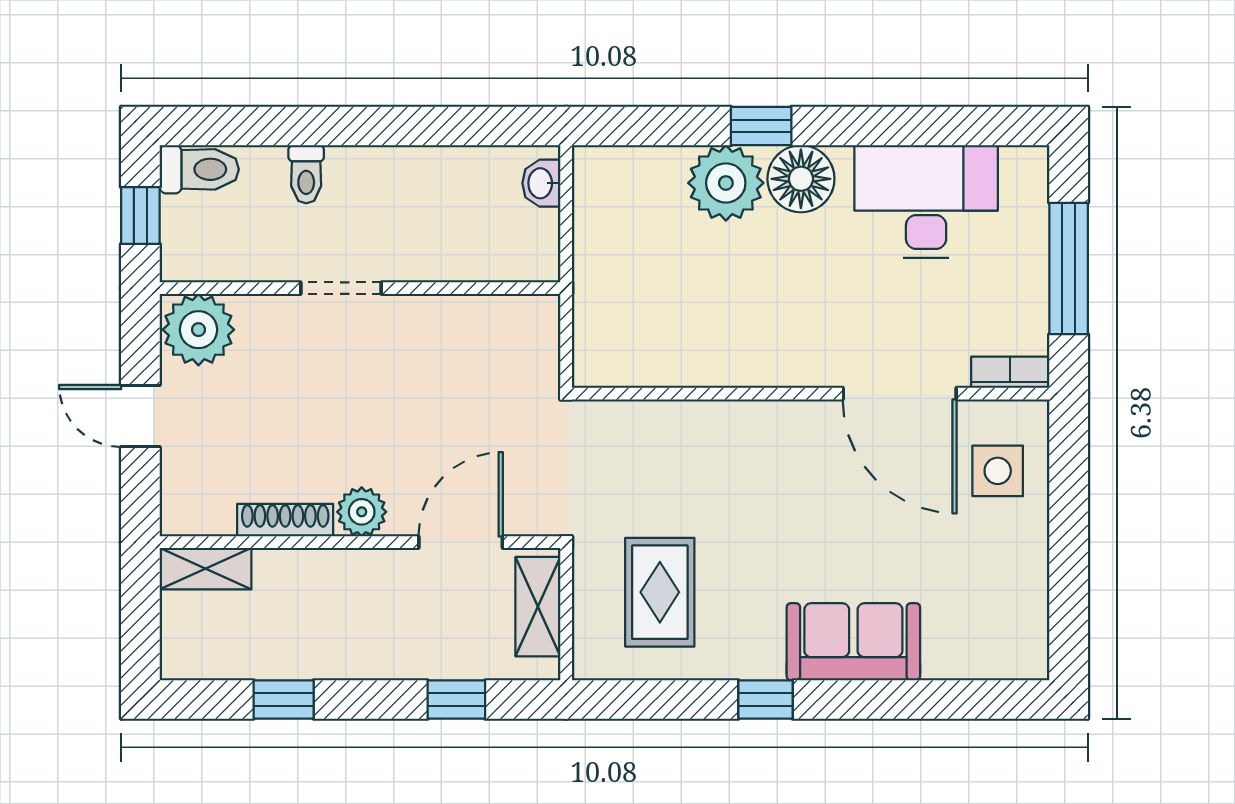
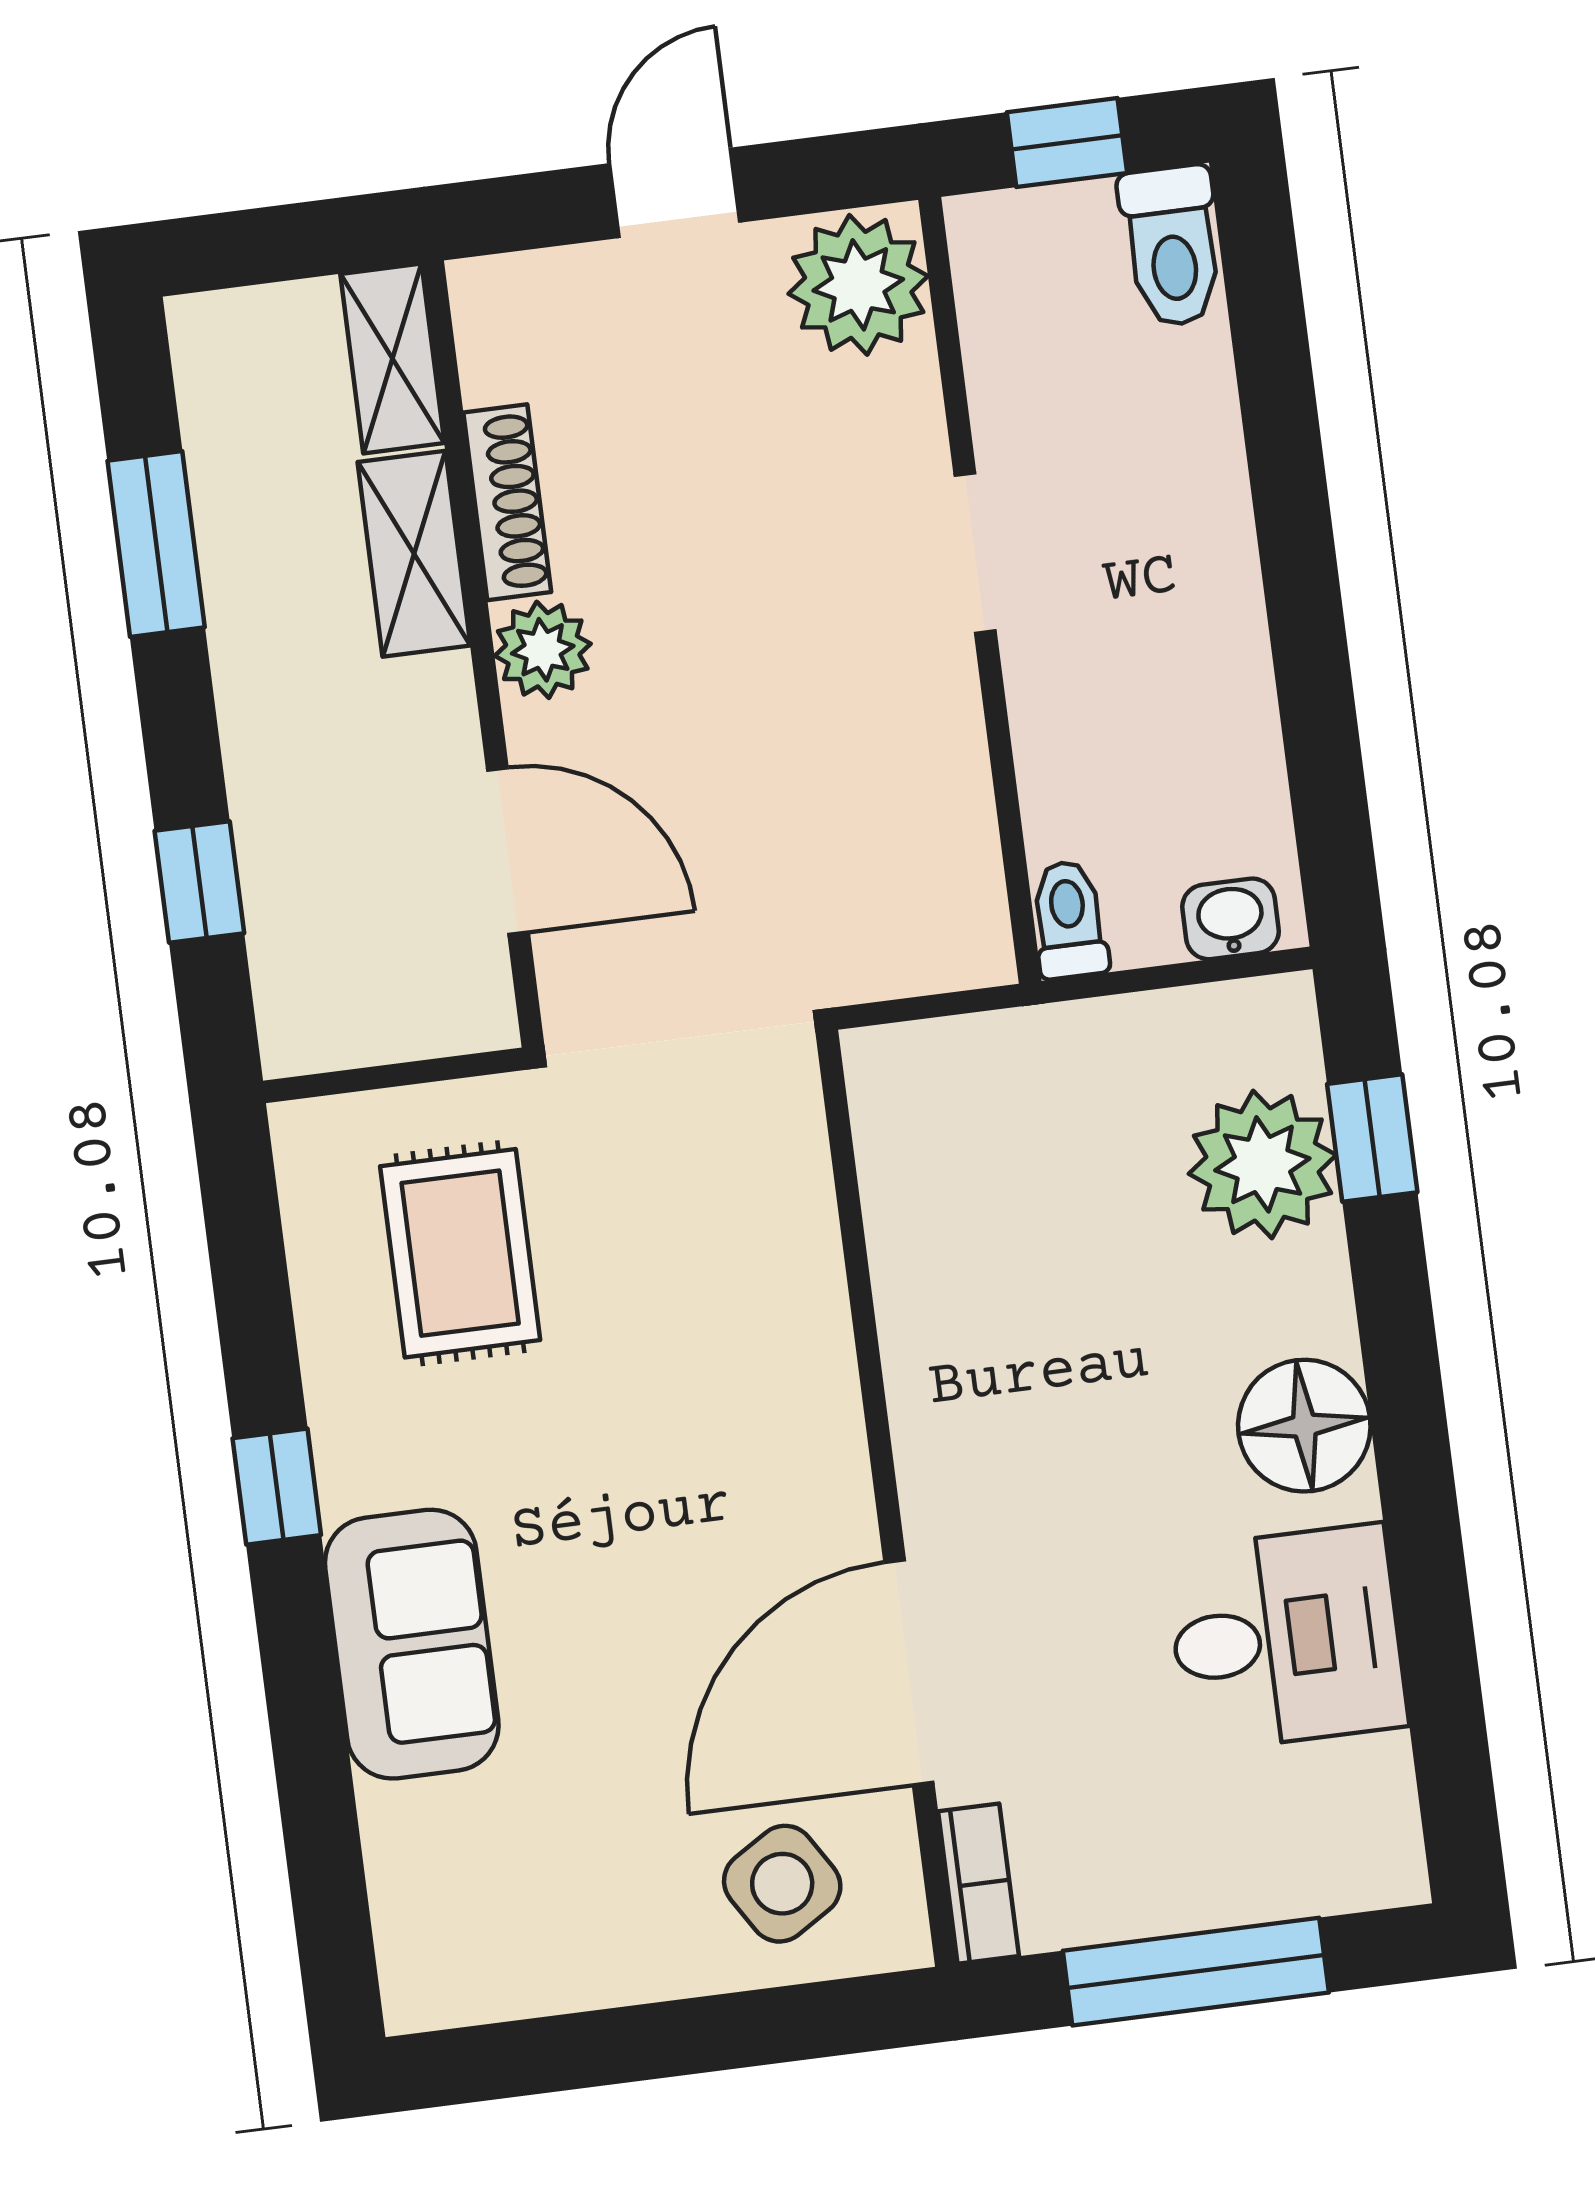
window: (761, 126) -> (1372, 1138), moved
toilet: (306, 174) -> (1069, 920), moved, turned 90
plant: (726, 183) -> (1262, 1164), moved
desk: (926, 202) -> (1286, 1638), width x0.73
side table: (998, 471) -> (782, 1884), turned -32
rug: (660, 592) -> (460, 1253), turned 90
shelving: (538, 607) -> (414, 554), moved, turned 90
window: (284, 699) -> (156, 544), width x1.50

